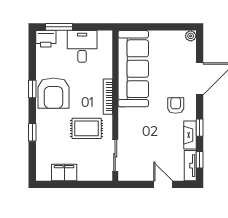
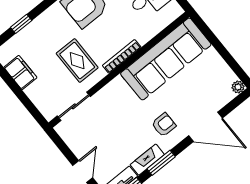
window: (200, 128) -> (161, 163), width x1.50
window: (32, 132) -> (21, 24), moved

